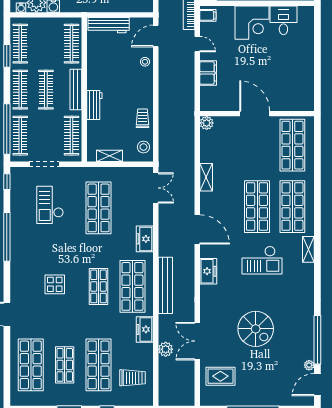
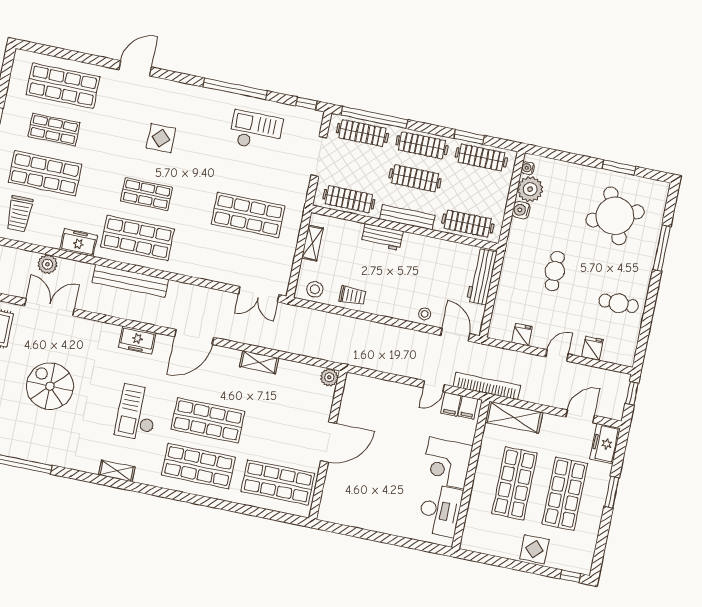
desk: (283, 20) -> (440, 510), width x1.37
filing cabinet: (208, 73) -> (451, 404), moved, width x0.50
checkout: (50, 205) -> (256, 131), moved
freezer: (145, 239) -> (196, 266), removed
shelving: (308, 249) -> (117, 471), moved
spiral stairs: (256, 329) -> (50, 386), turned 90

